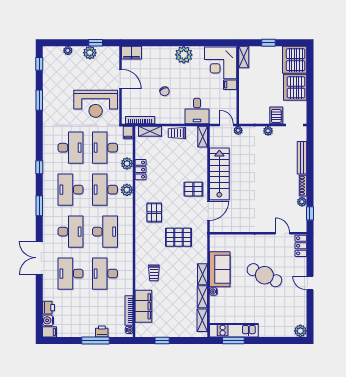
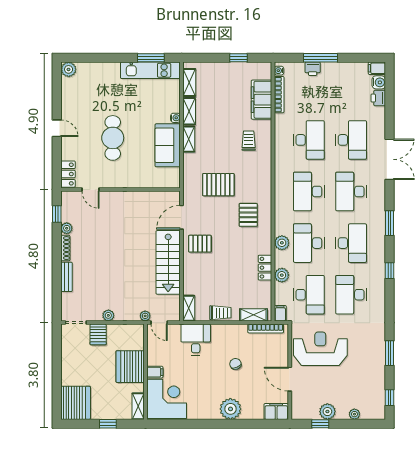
plant: (184, 55) -> (230, 409), moved
server rack: (295, 87) -> (130, 367), moved, turned 180
bench: (302, 158) -> (67, 277), width x0.73
desk: (105, 190) -> (309, 243), turned 180
cafe table: (264, 275) -> (113, 138), turned 64

